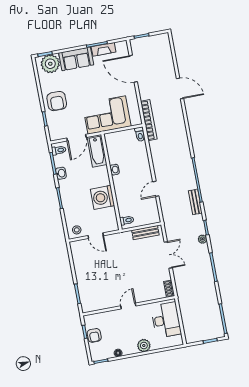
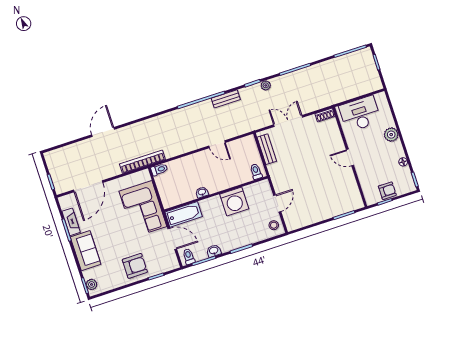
plant: (50, 64) -> (92, 284), width x0.53, depth x0.53

